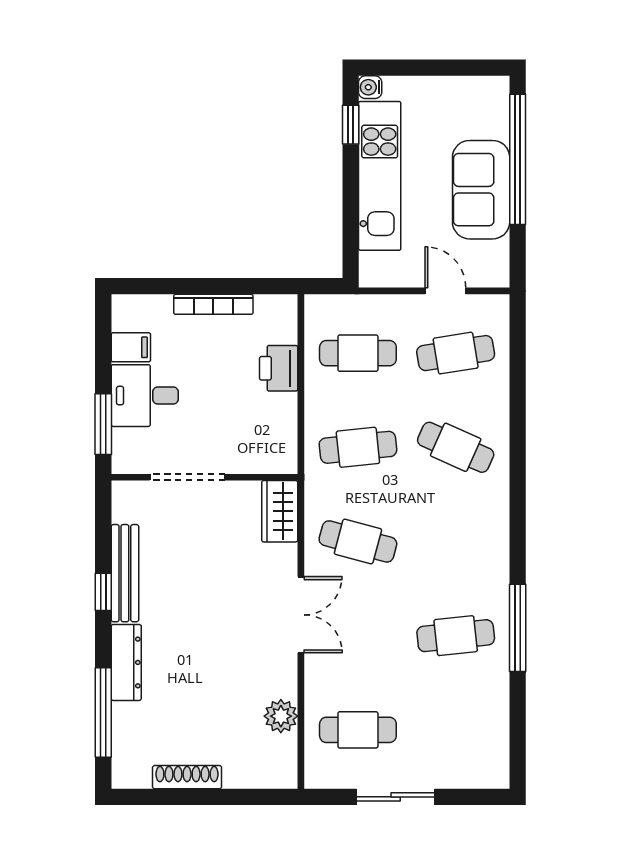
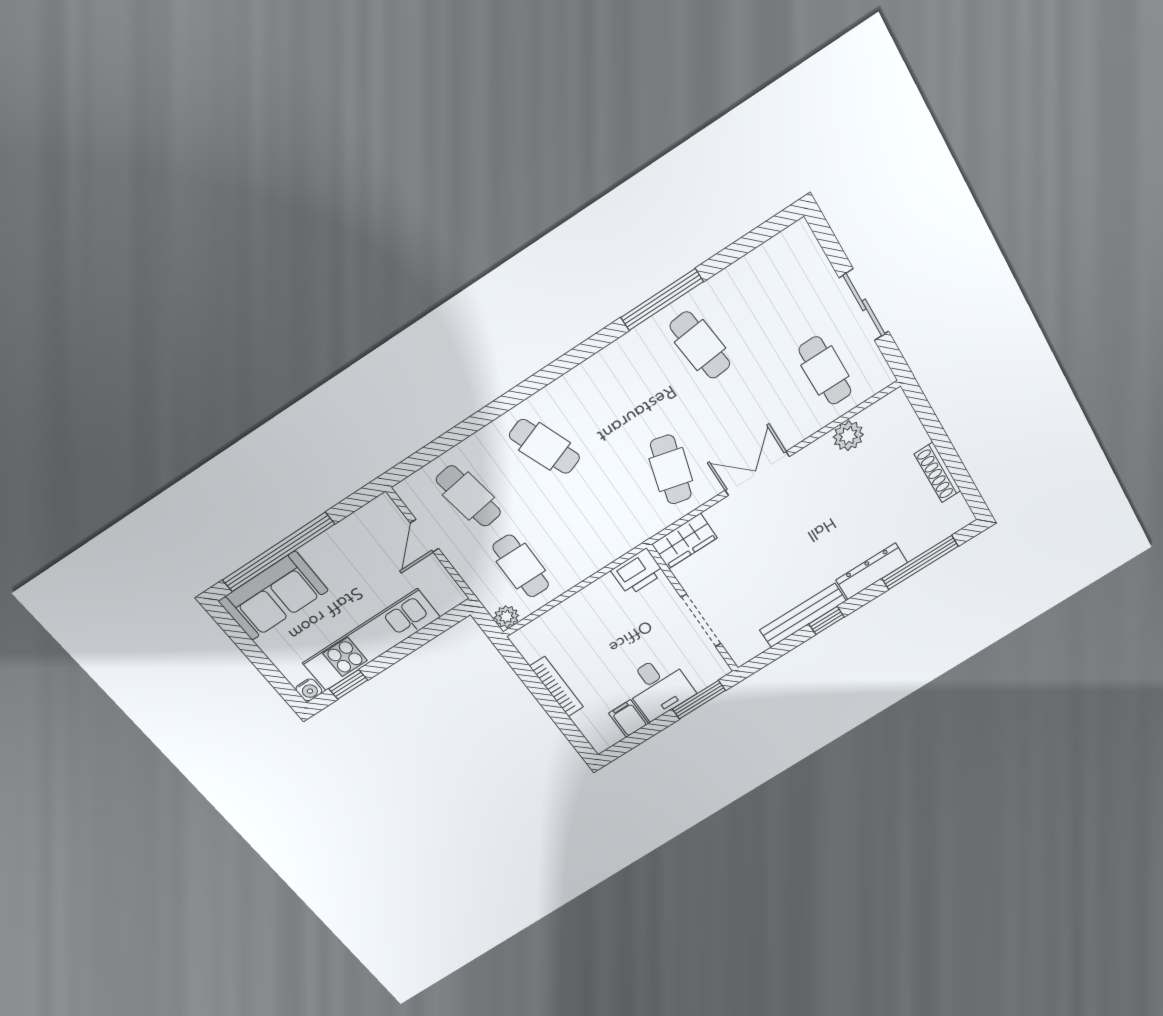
sofa: (481, 190) -> (273, 596), moved
plant: (317, 308) -> (506, 617), added
printer: (279, 368) -> (637, 572), moved
cafe table: (358, 447) -> (595, 518), removed
cafe table: (456, 447) -> (545, 446), turned -45

